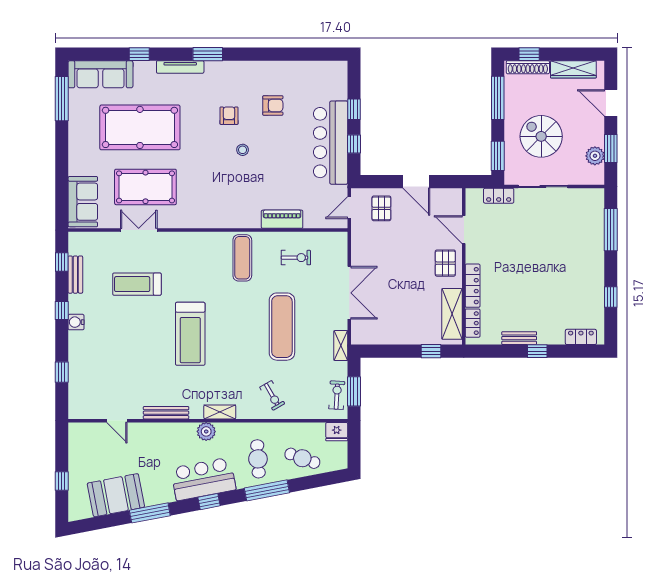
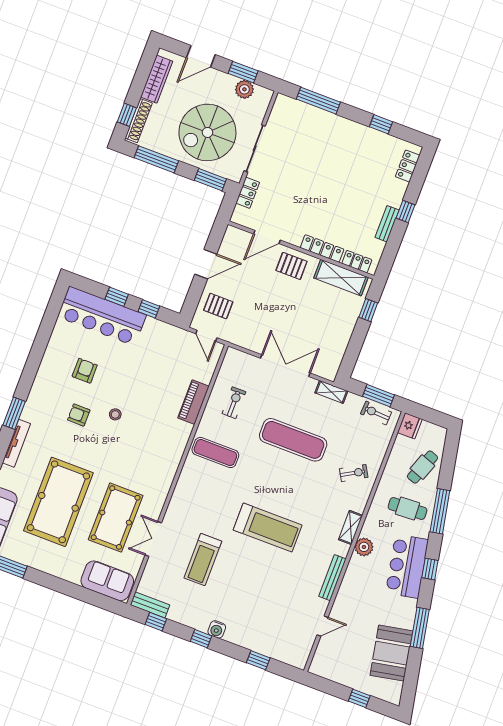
spiral stairs: (541, 136) -> (207, 132), width x1.37, depth x1.37
bar counter: (331, 143) -> (102, 316), moved
bench: (75, 275) -> (150, 605), moved

